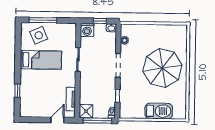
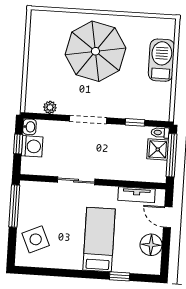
window: (43, 20) -> (14, 206), moved
washing machine: (87, 30) -> (32, 146), moved
bed: (41, 60) -> (99, 240), moved
floor lamp: (39, 110) -> (151, 245), added
shower: (86, 111) -> (158, 149), moved

